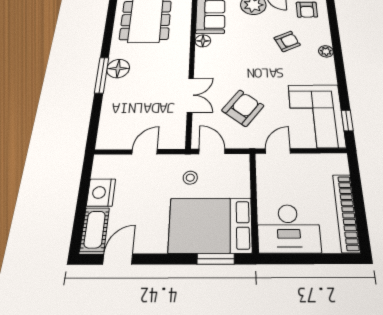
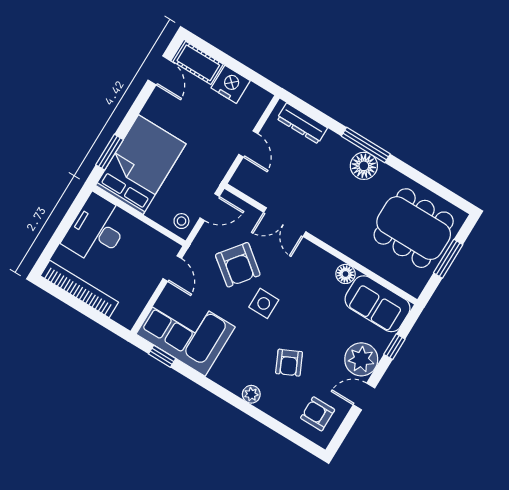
side table: (259, 77) -> (264, 303), added
dresser: (107, 123) -> (302, 123), added
stool: (190, 178) -> (181, 221), moved

